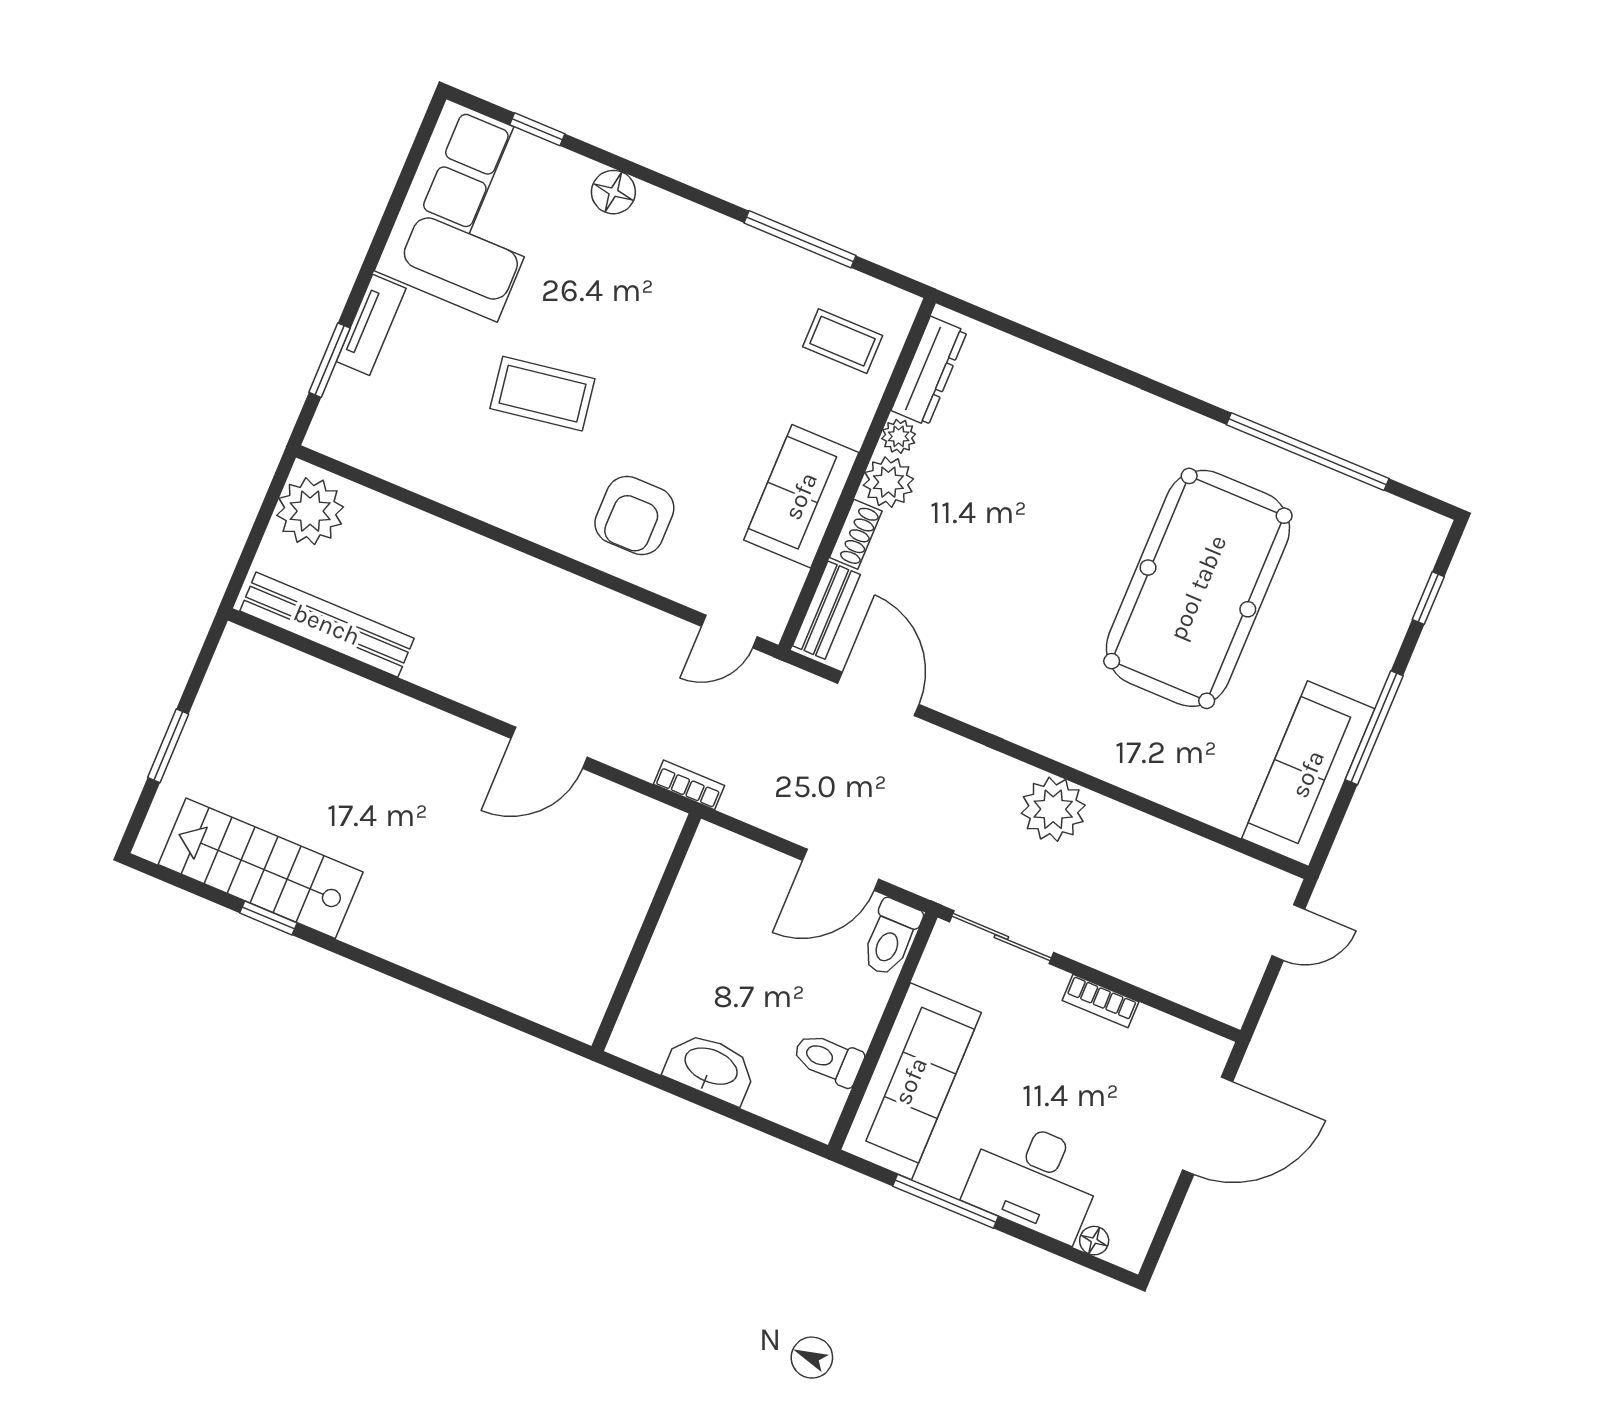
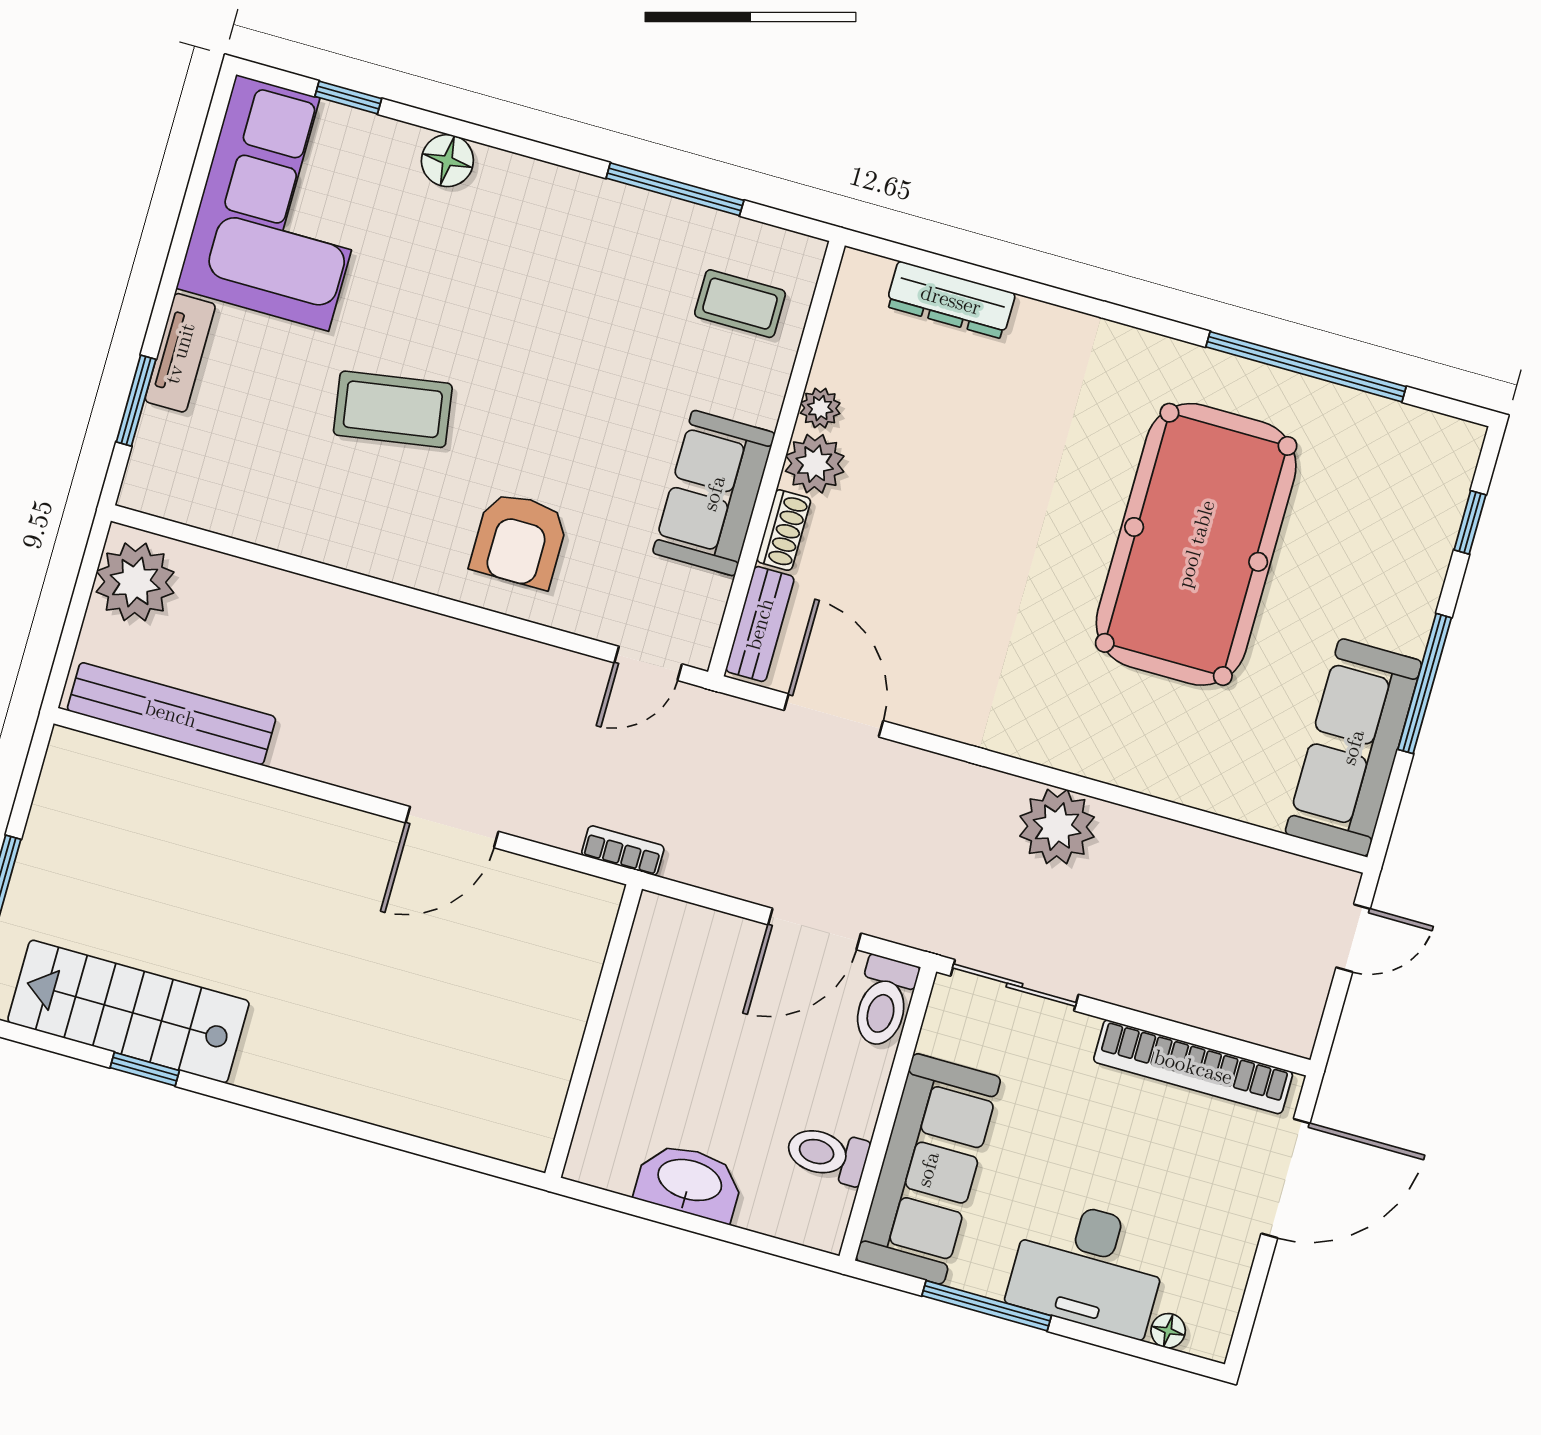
dresser: (929, 371) -> (951, 300), moved, turned 90
bookcase: (1101, 1001) -> (1193, 1067), width x2.31, depth x1.31

